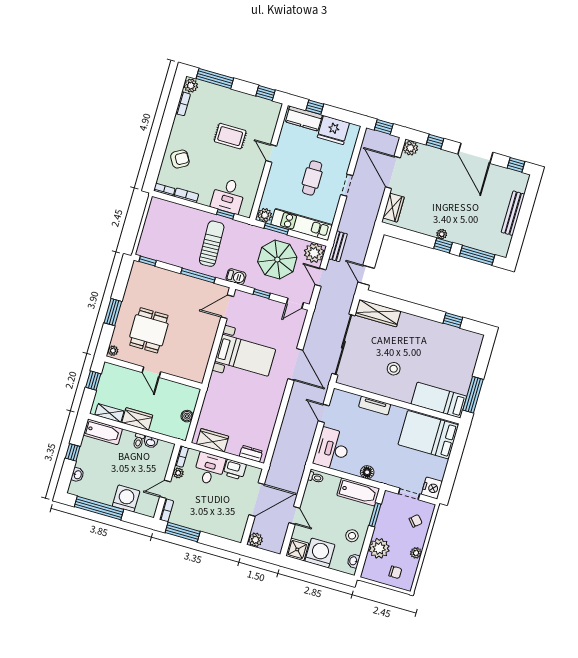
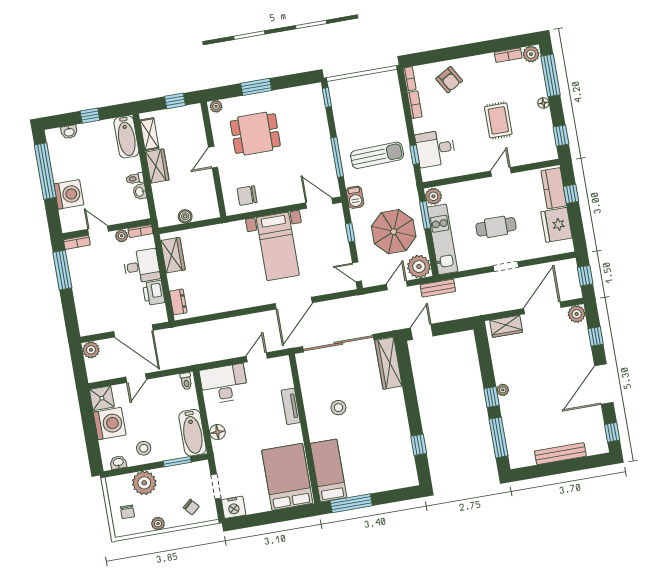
floor lamp: (234, 94) -> (543, 103), added
chair: (194, 360) -> (247, 196), added

